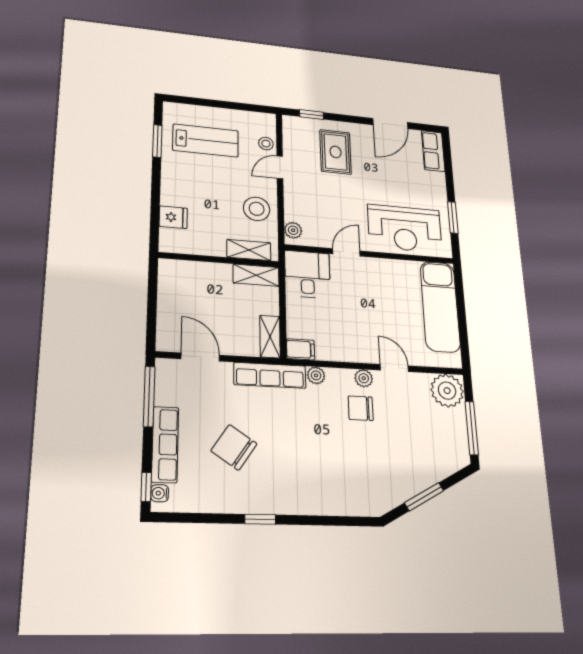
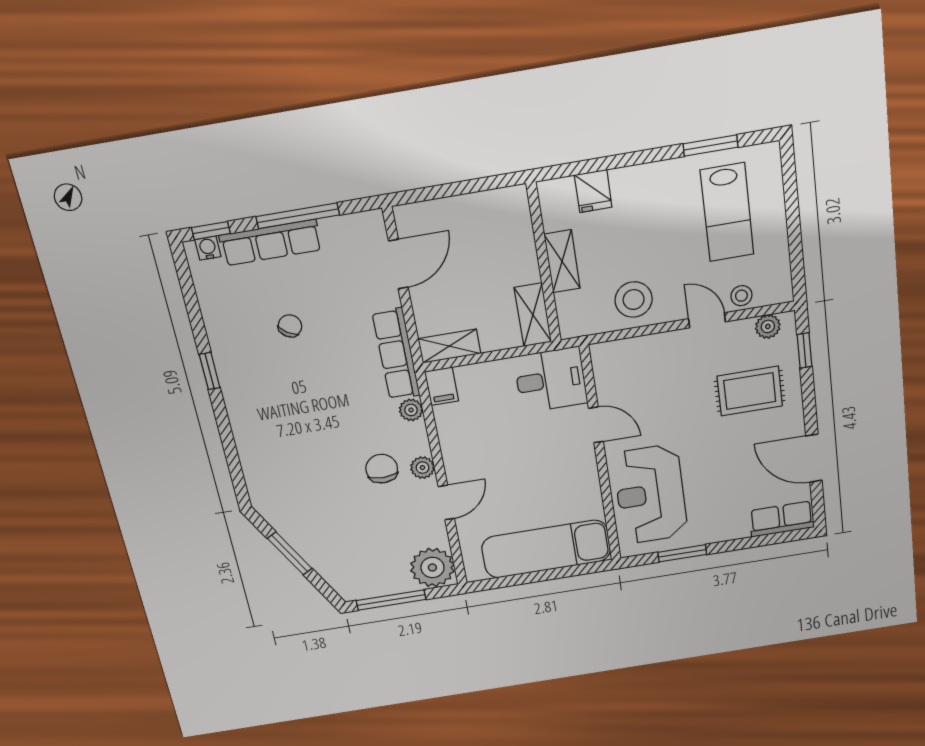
plant: (293, 230) -> (768, 326), moved
shelving: (249, 250) -> (562, 261), moved
window: (149, 396) -> (298, 216), moved
chair: (234, 447) -> (290, 326), width x0.54, depth x0.54

